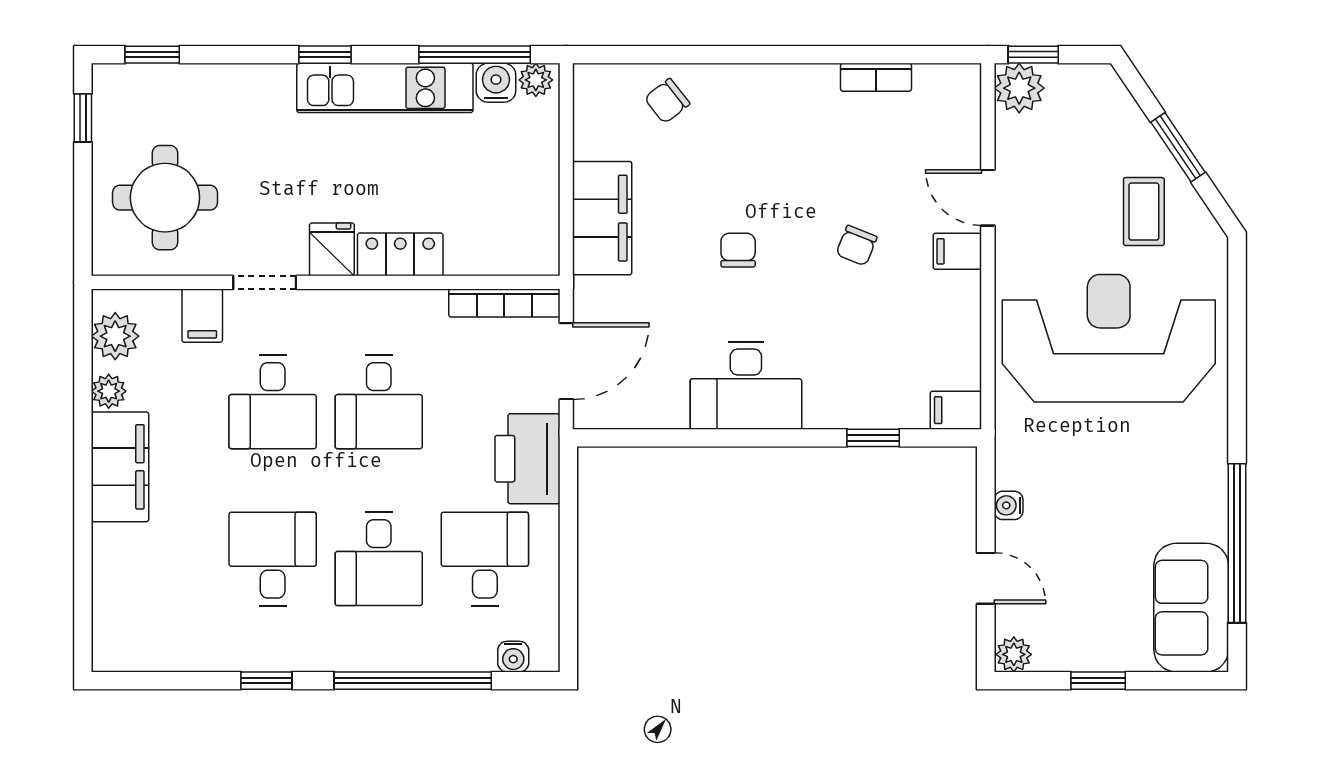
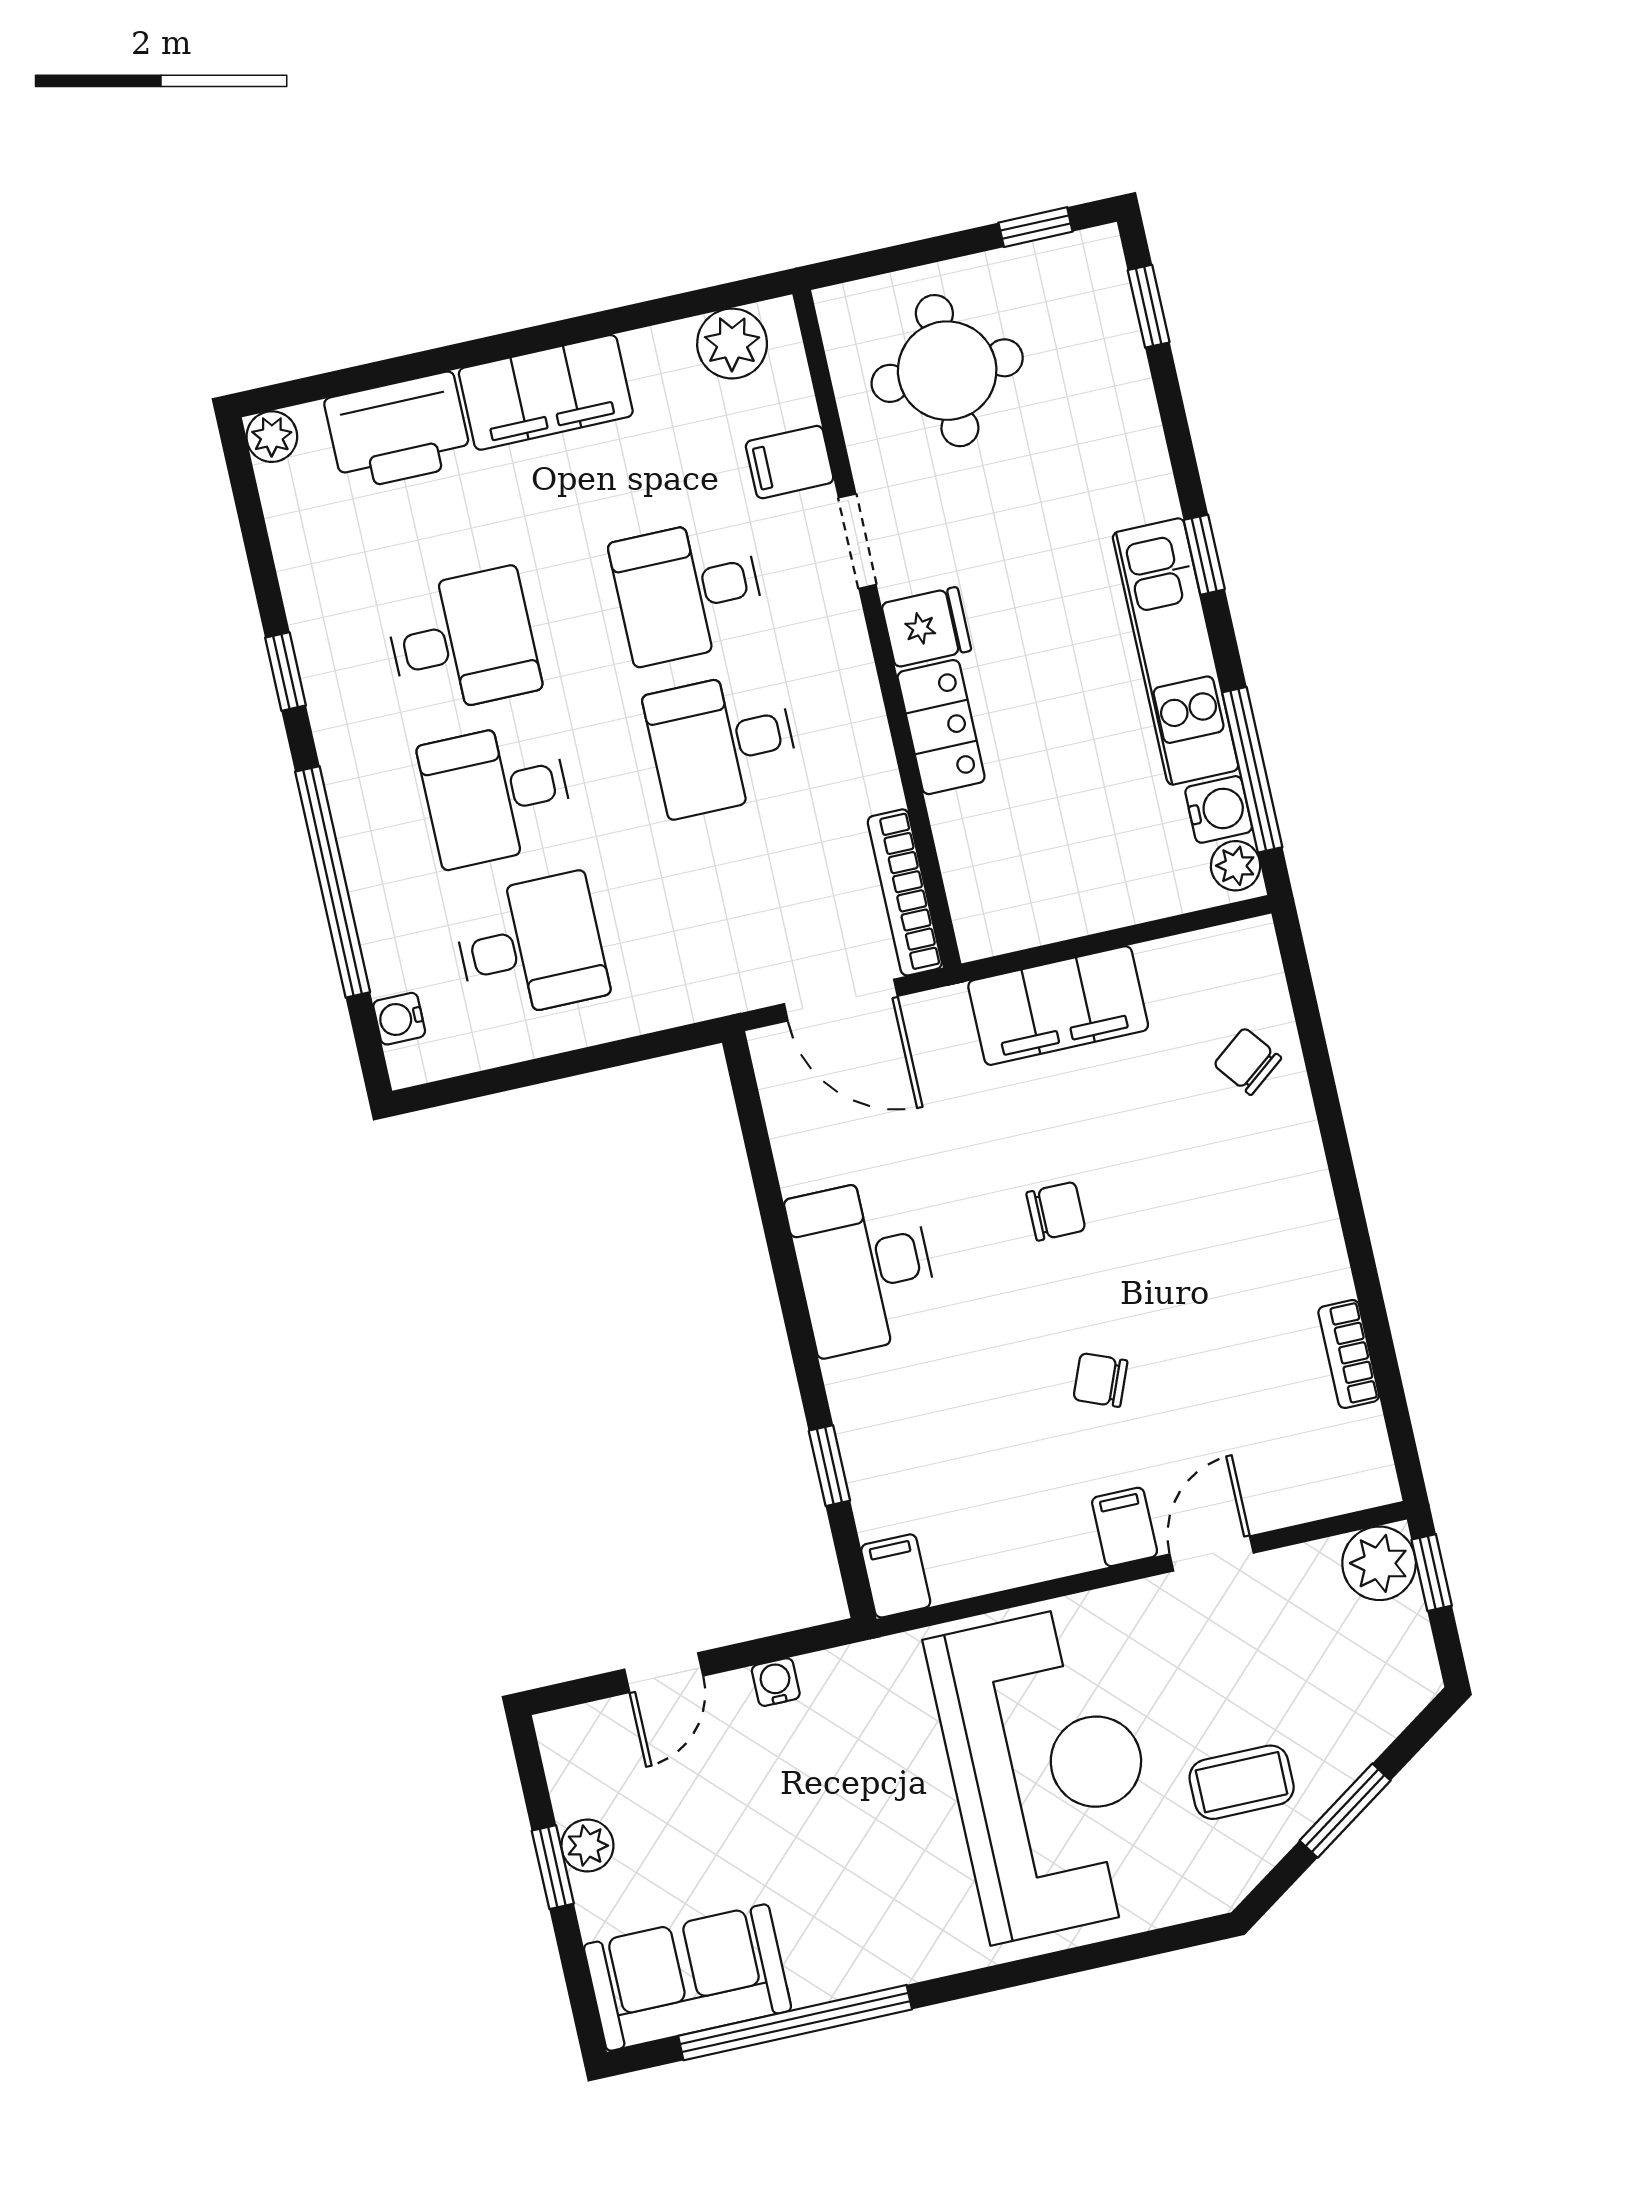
plant: (109, 391) -> (272, 437), moved
printer: (527, 459) -> (398, 431), moved, turned 180
plant: (1014, 654) -> (587, 1846), moved

